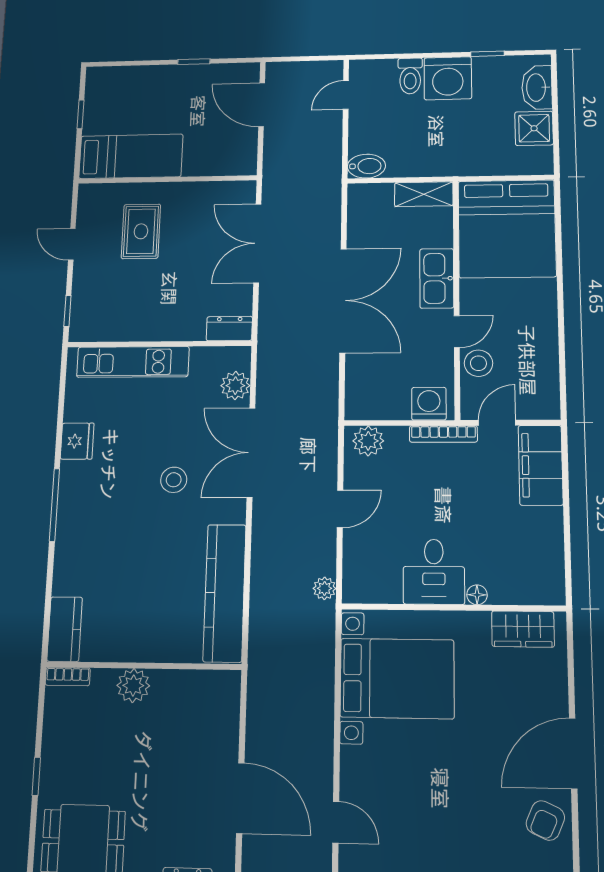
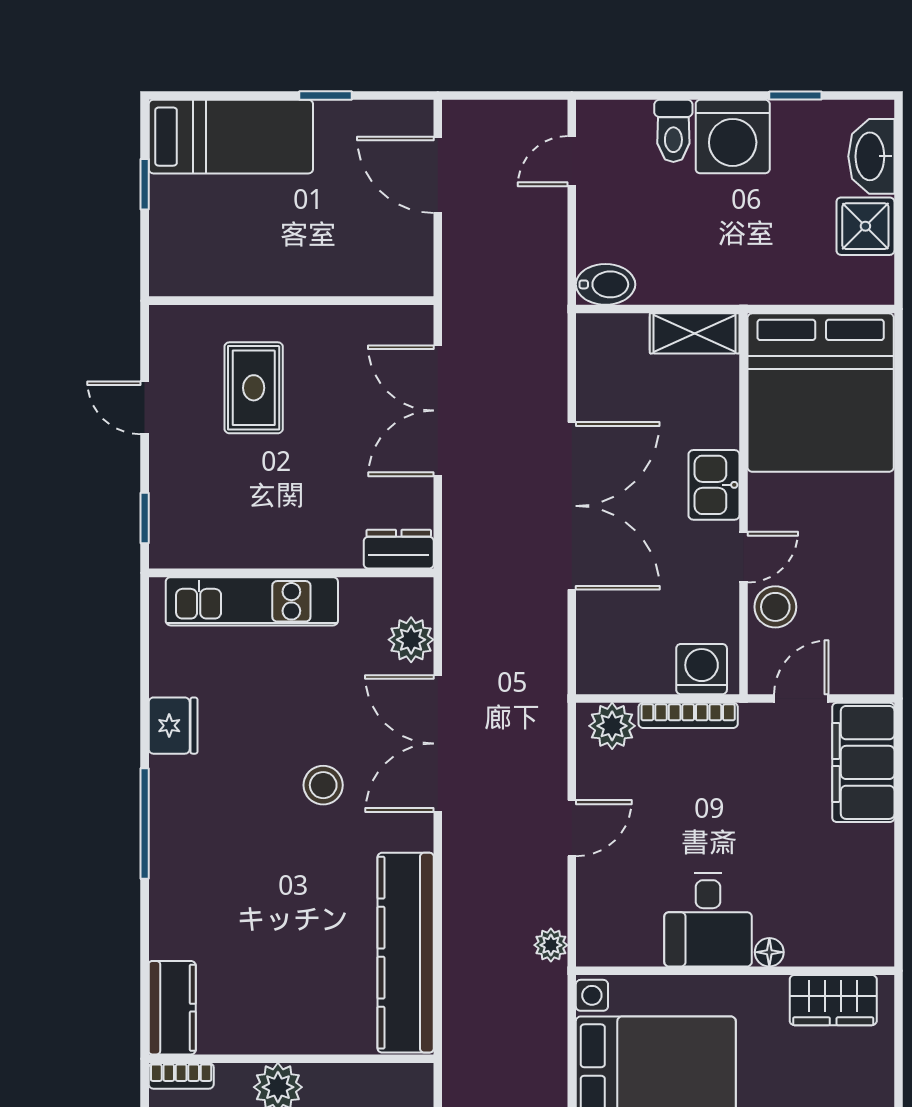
bed: (131, 156) -> (231, 137), moved
kitchen sink: (437, 278) -> (714, 485), width x0.73
bookcase: (443, 434) -> (688, 715), moved

